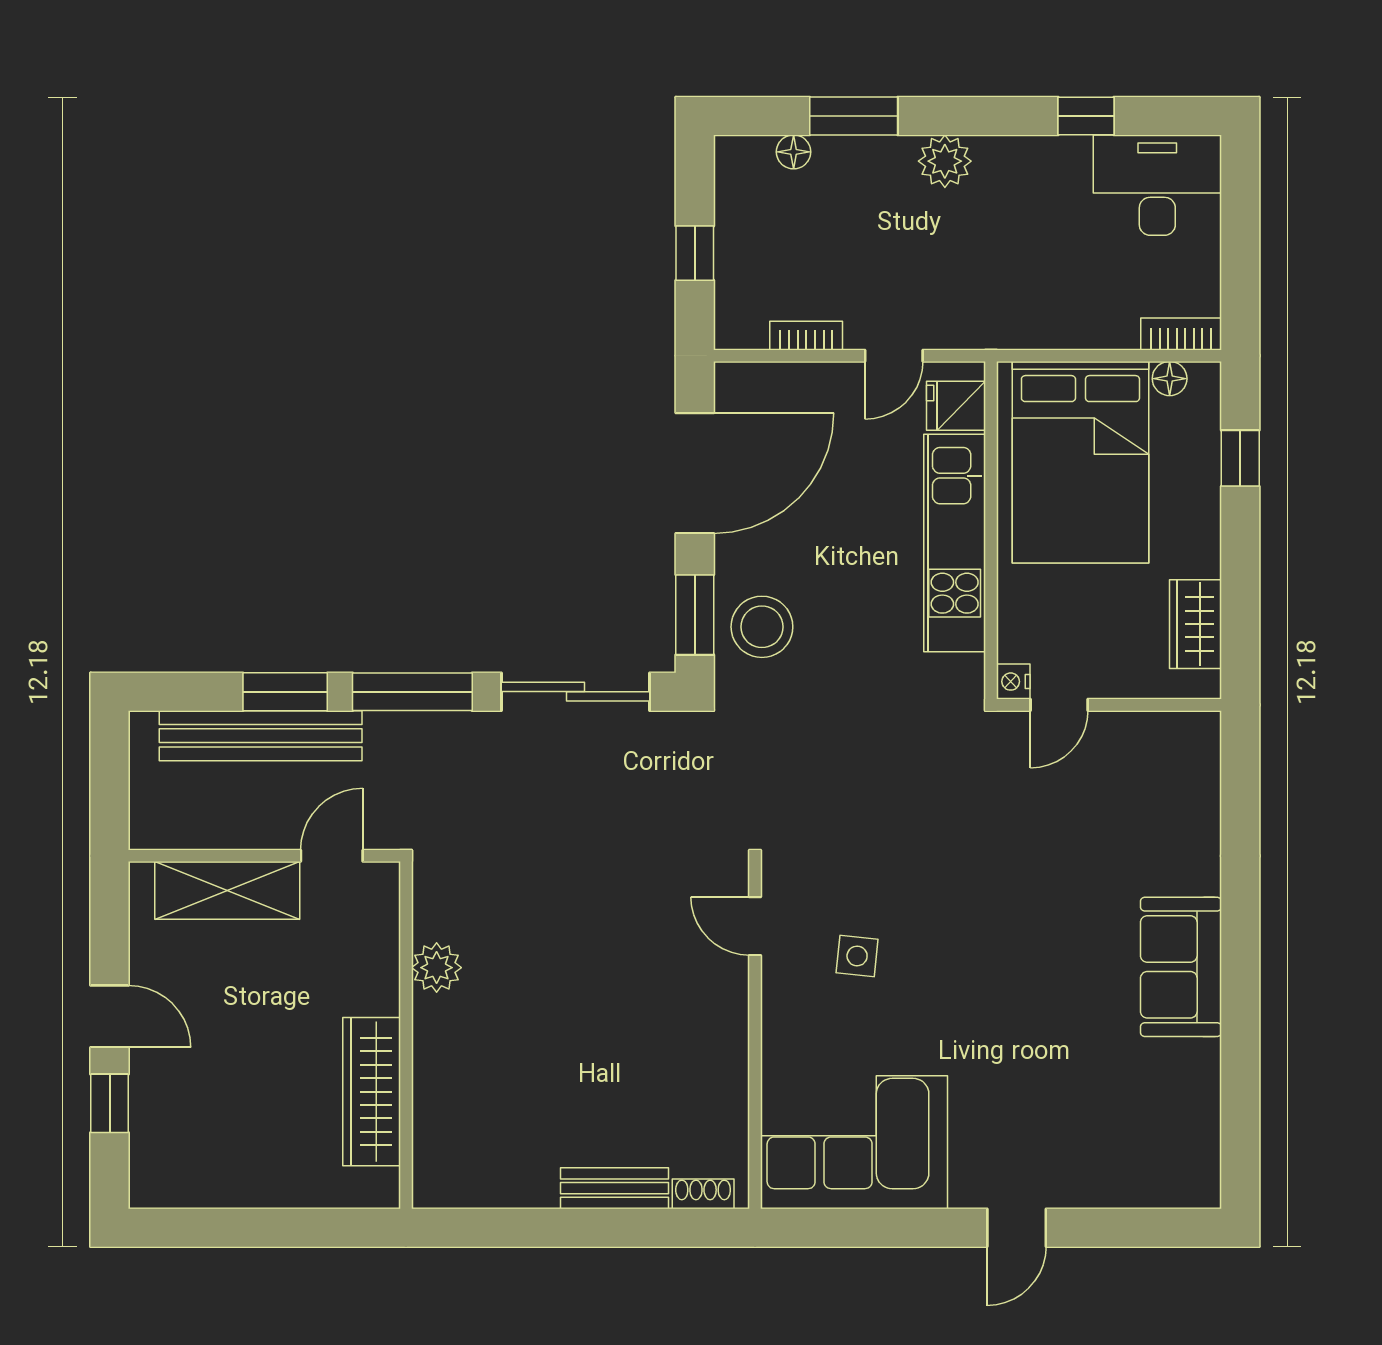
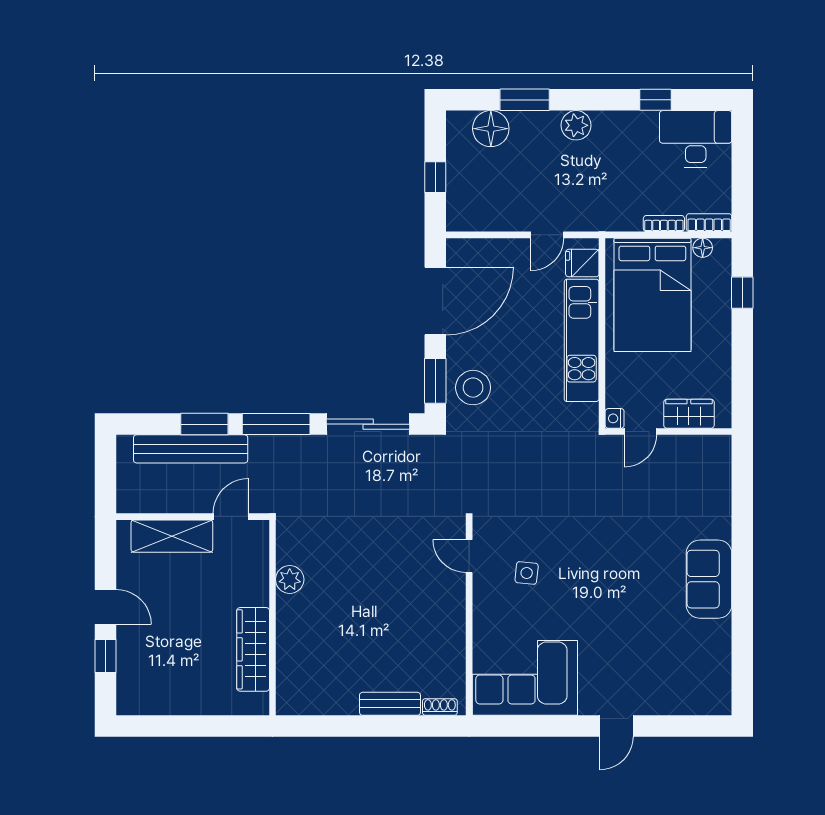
floor lamp: (794, 152) -> (491, 129), width x1.89, depth x1.89
bookcase: (806, 336) -> (664, 224), moved
wardrobe: (1195, 624) -> (689, 414), moved, turned 90

